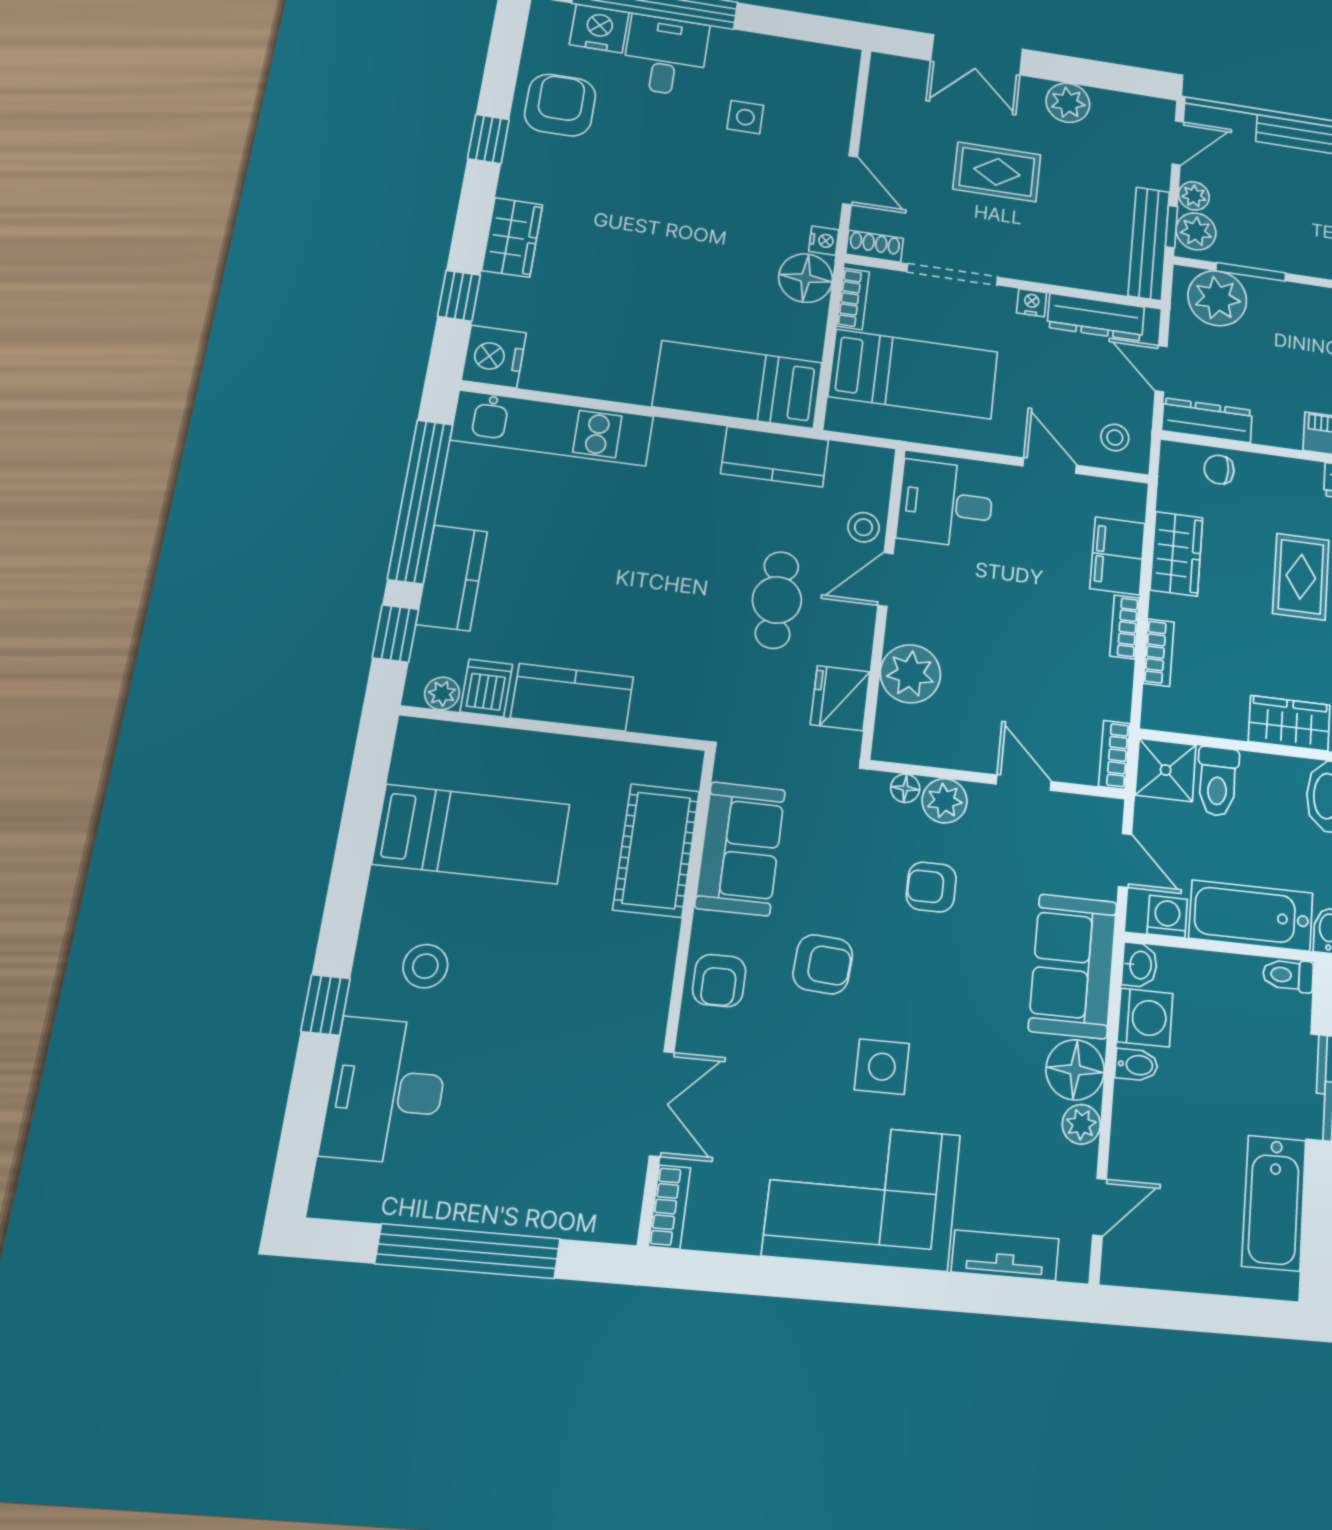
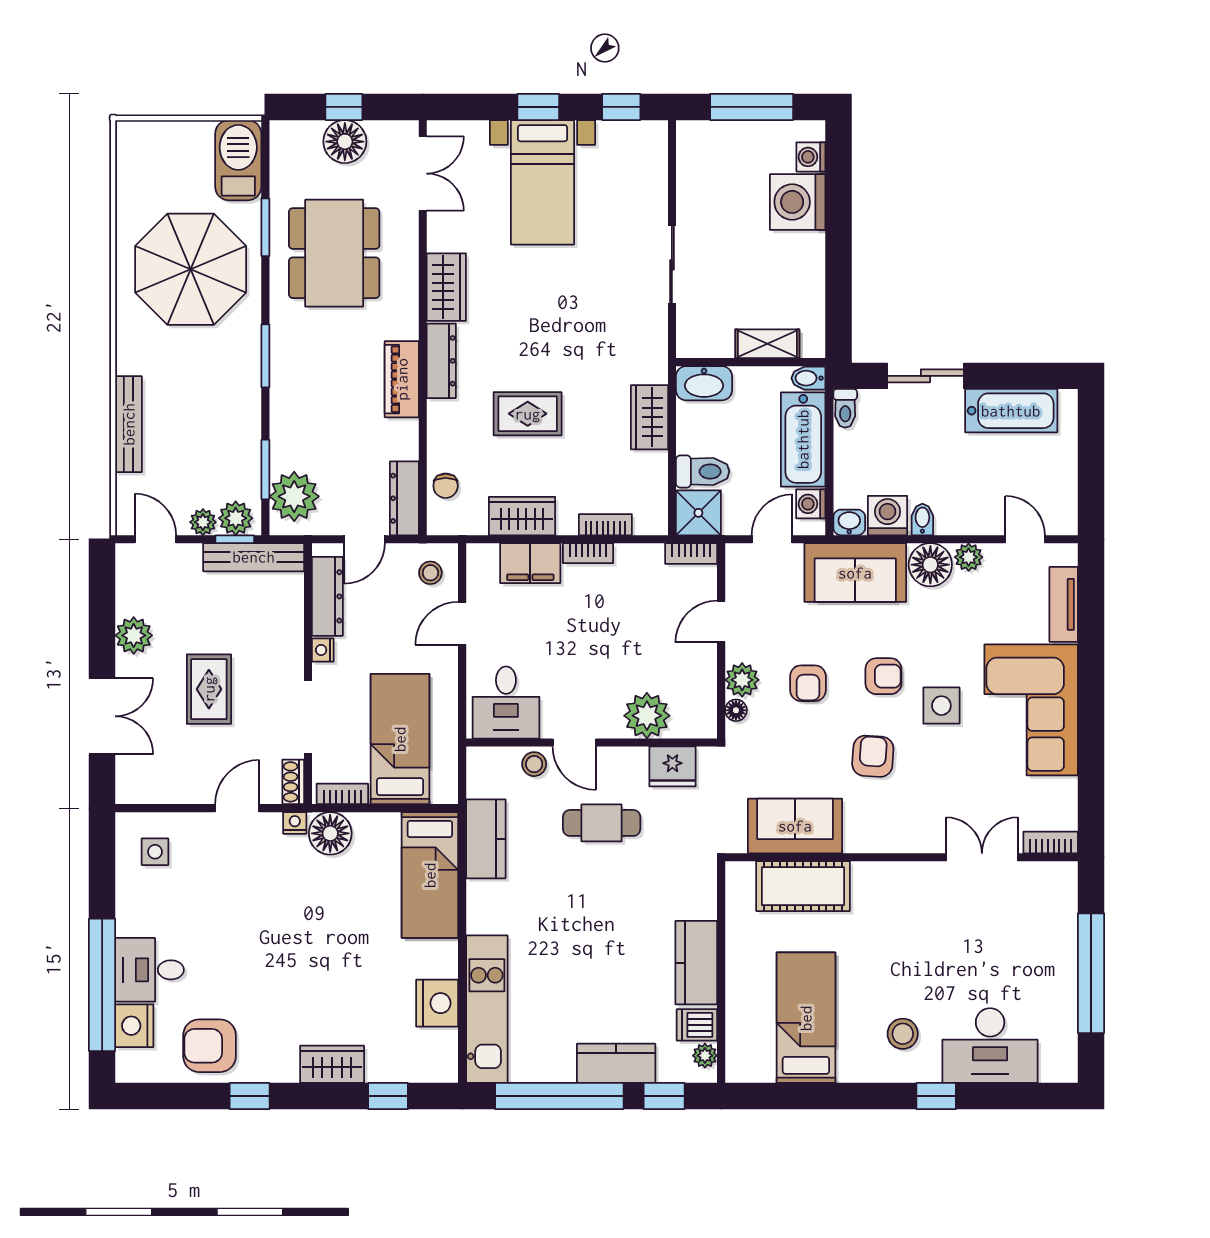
side table: (745, 117) -> (155, 852), moved
nightstand: (494, 357) -> (437, 1003), moved, turned -90
armchair: (719, 981) -> (883, 676), moved

